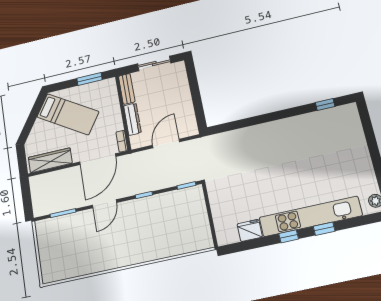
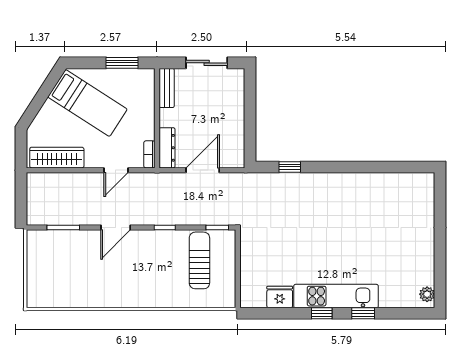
window: (325, 104) -> (290, 167), moved
dresser: (132, 119) -> (167, 148), moved
door: (98, 159) -> (116, 170), width x0.53
sun lounger: (177, 215) -> (199, 260), added
kitchen unit: (311, 216) -> (336, 296), width x0.73

